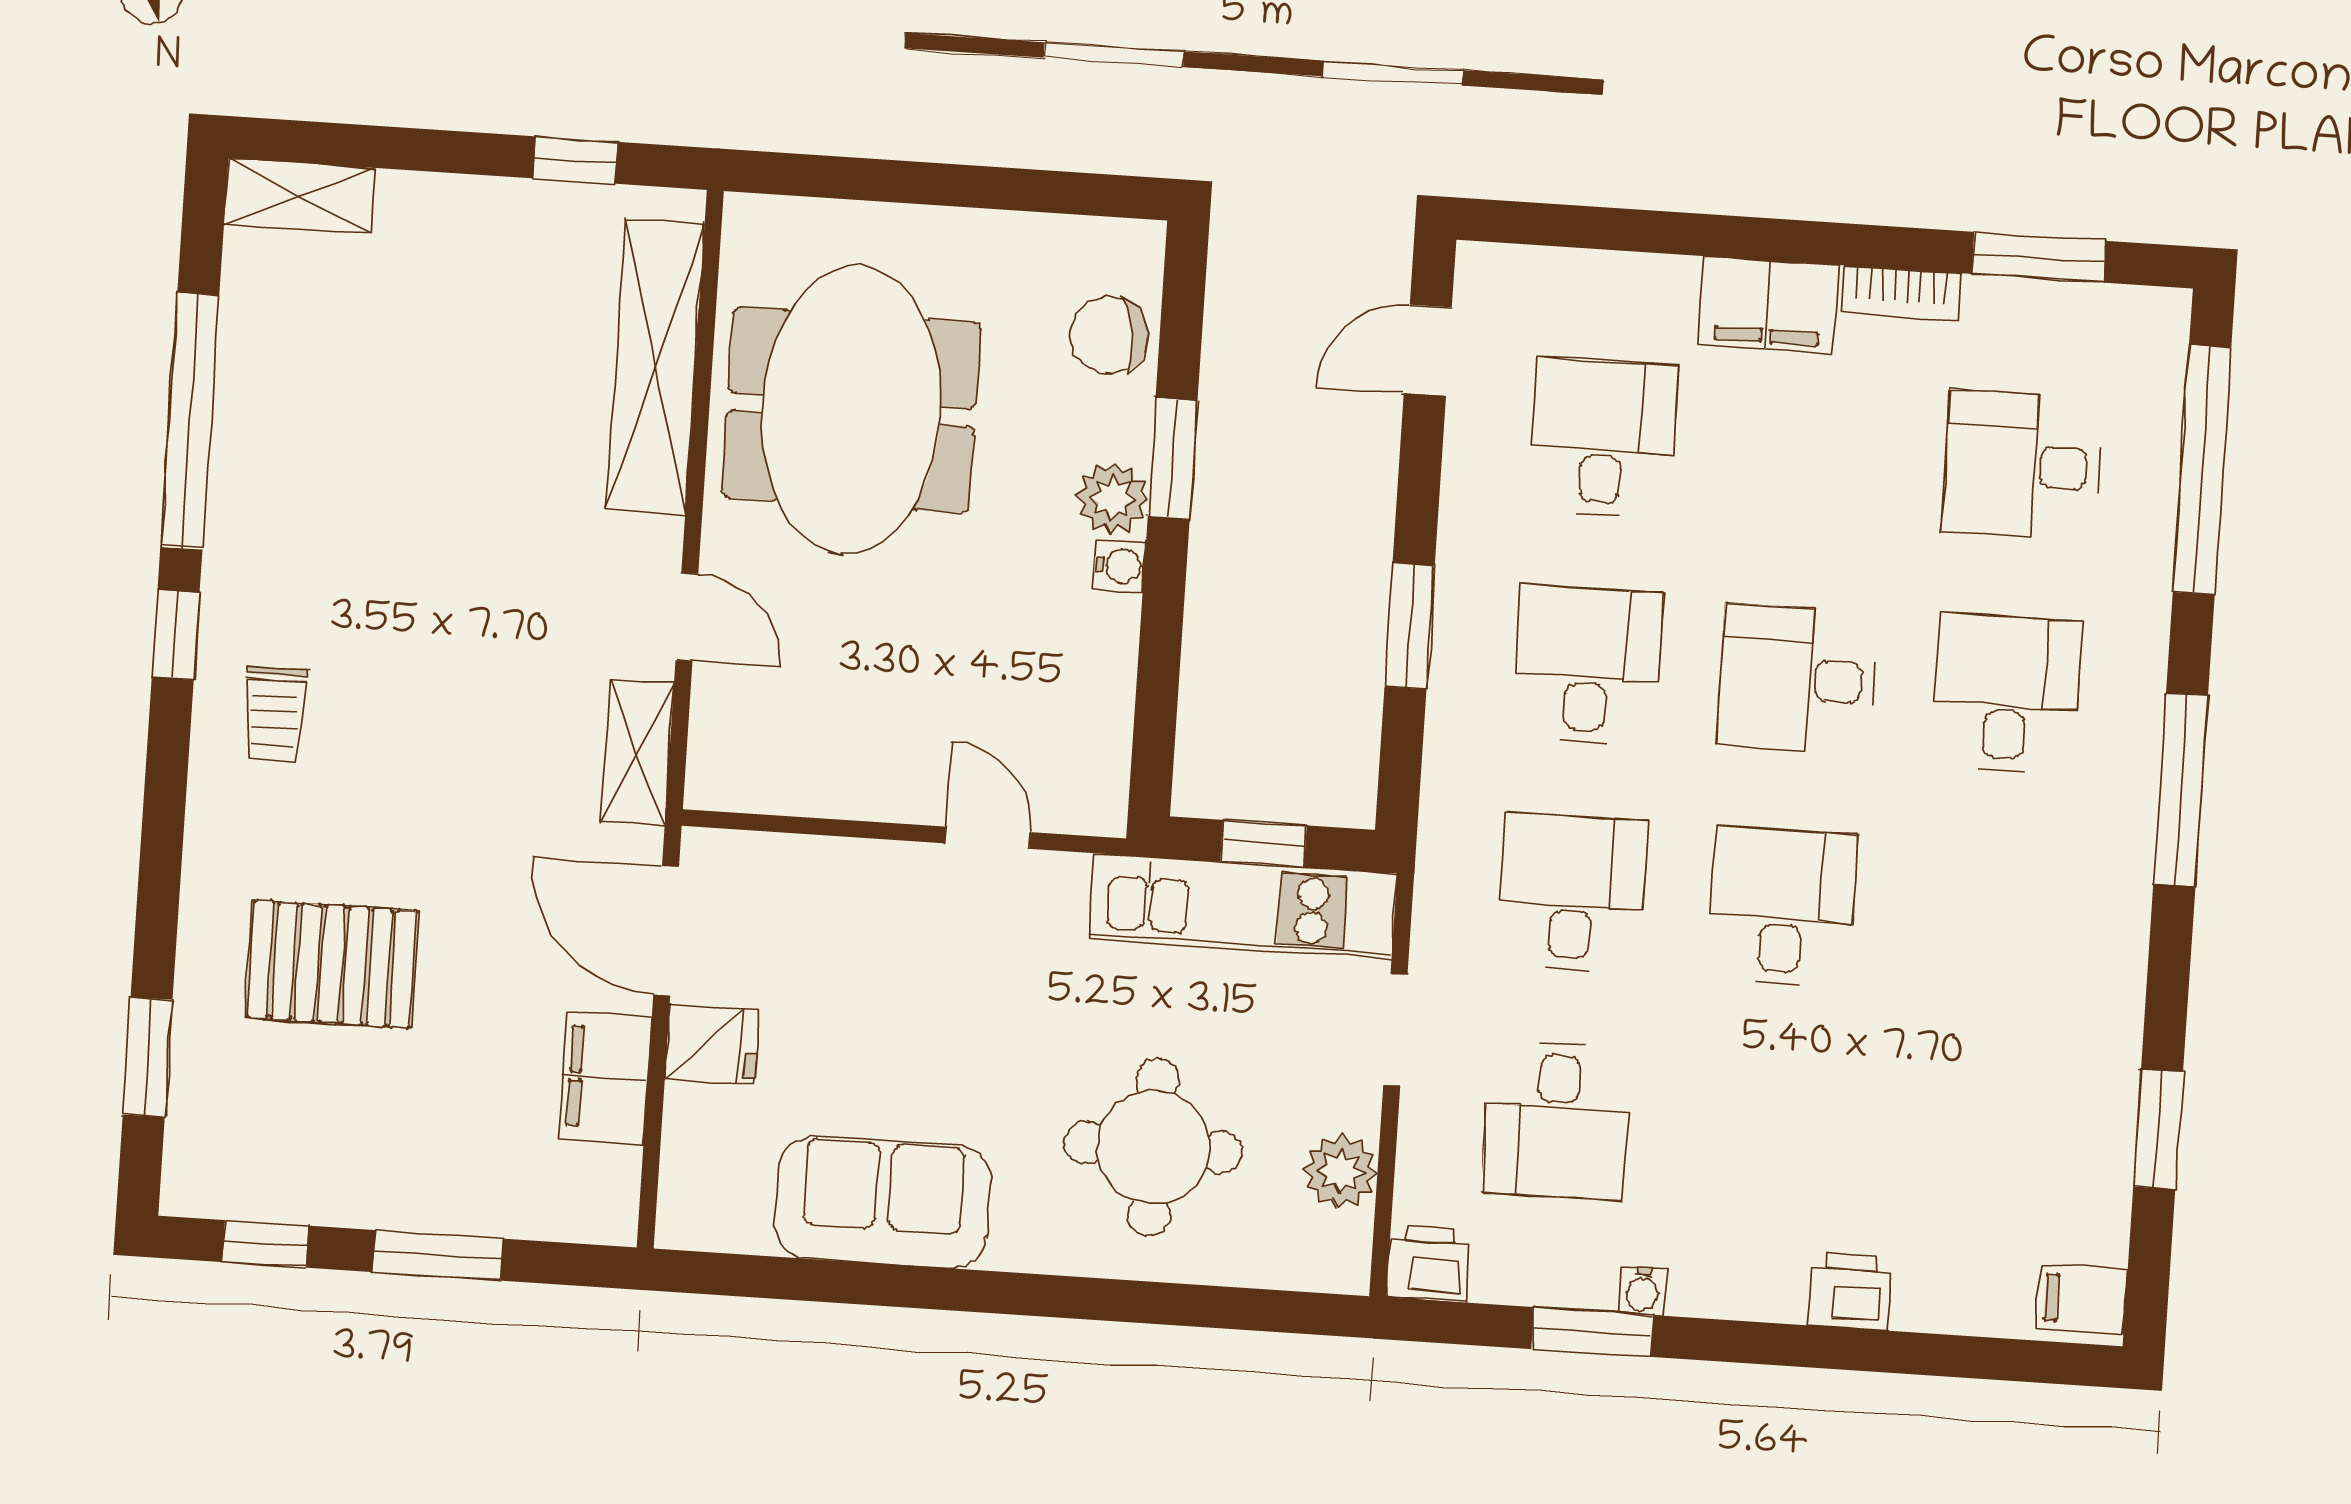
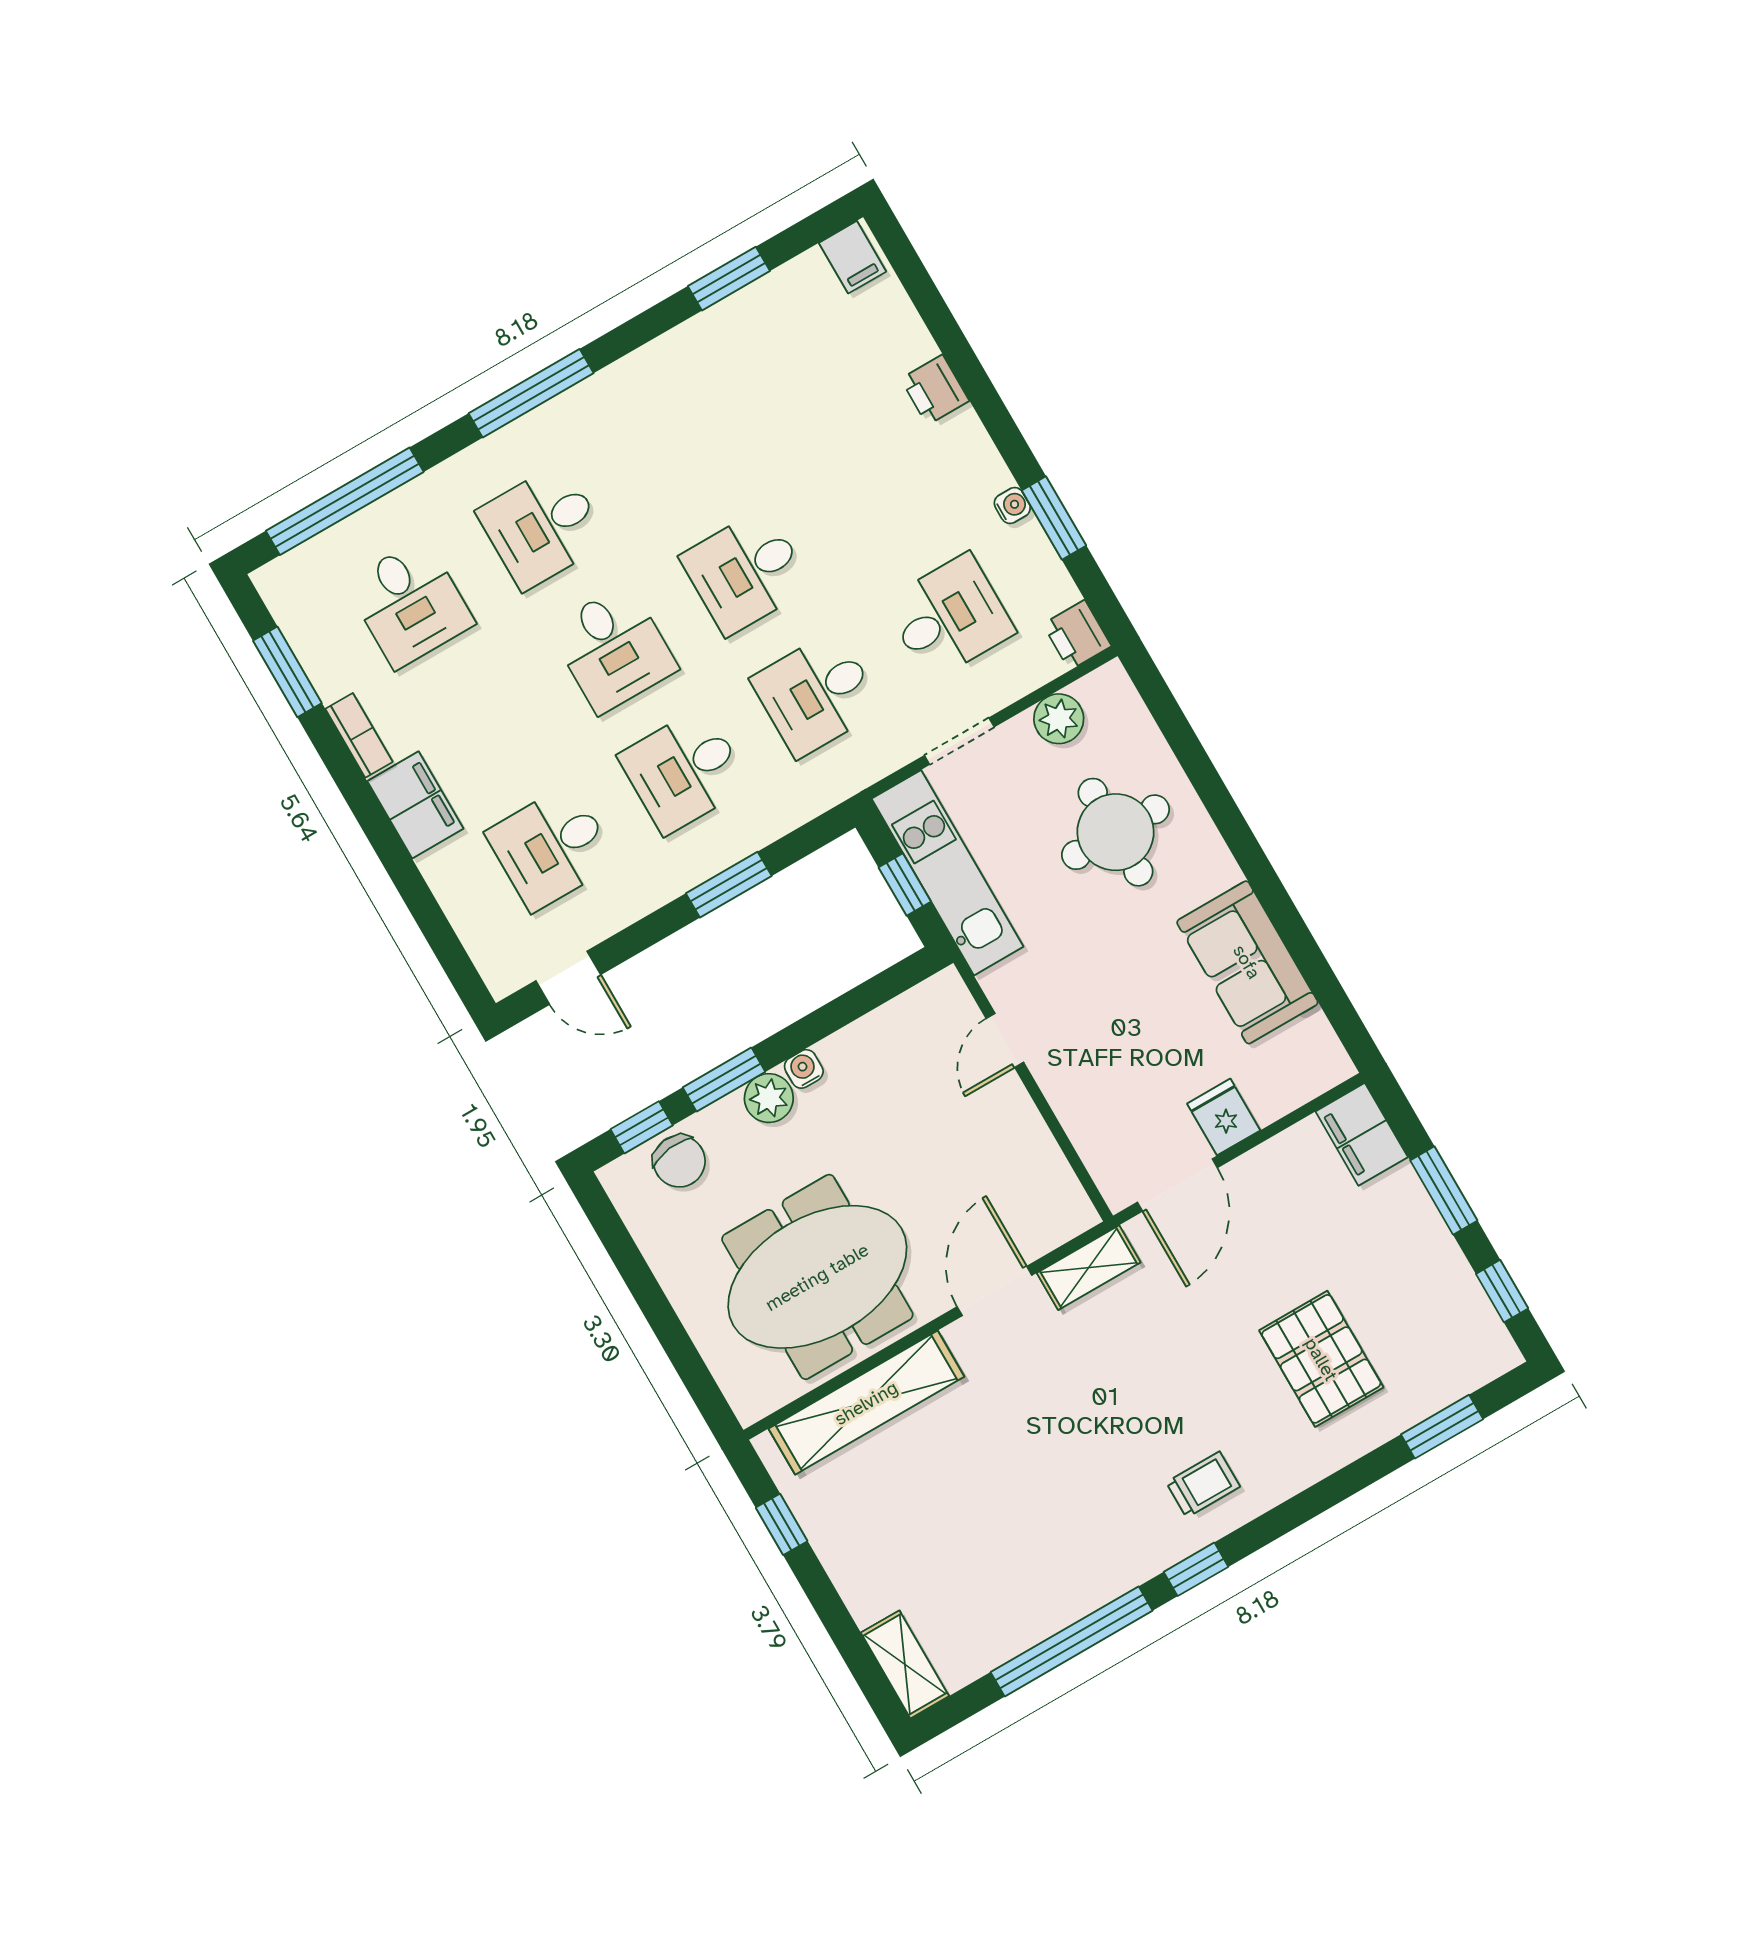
window: (1182, 317) -> (642, 1127), added
door: (687, 617) -> (994, 1291), width x1.37
filing cabinet: (605, 1078) -> (1362, 1134), moved, turned 90

